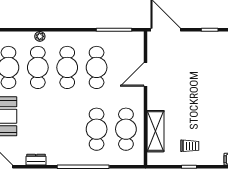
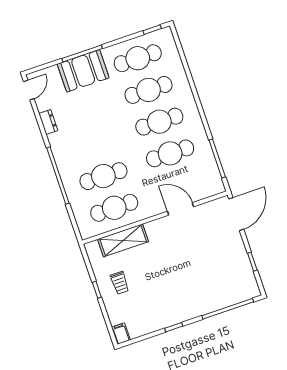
plant: (40, 36) -> (183, 81), removed

